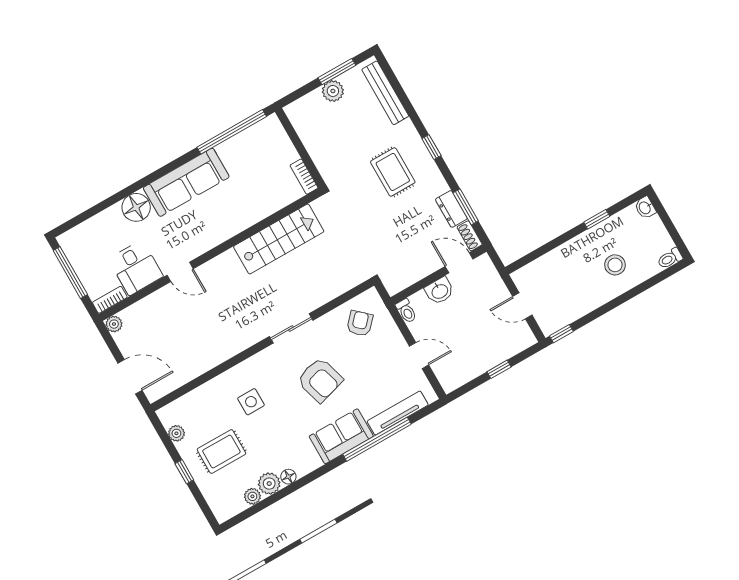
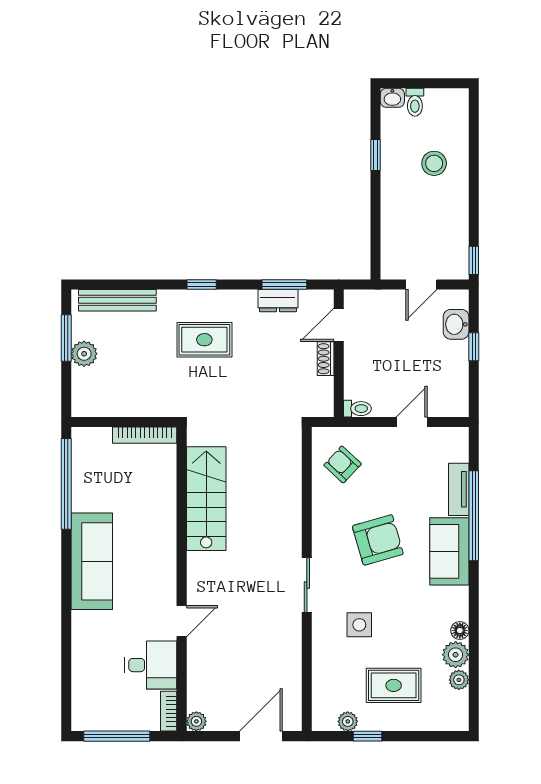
bookcase: (304, 177) -> (145, 435), width x1.56
floor lamp: (136, 207) -> (88, 629), removed
shoe rack: (470, 236) -> (326, 359), moved, turned 90
toilet: (670, 258) -> (415, 102), moved
washbasin: (440, 291) -> (456, 324), moved, turned 180
sliding door: (291, 328) -> (307, 585), moved
tv unit: (398, 413) -> (459, 489), width x0.71
rug: (221, 452) -> (394, 685), turned 90
window: (184, 472) -> (368, 736), moved

